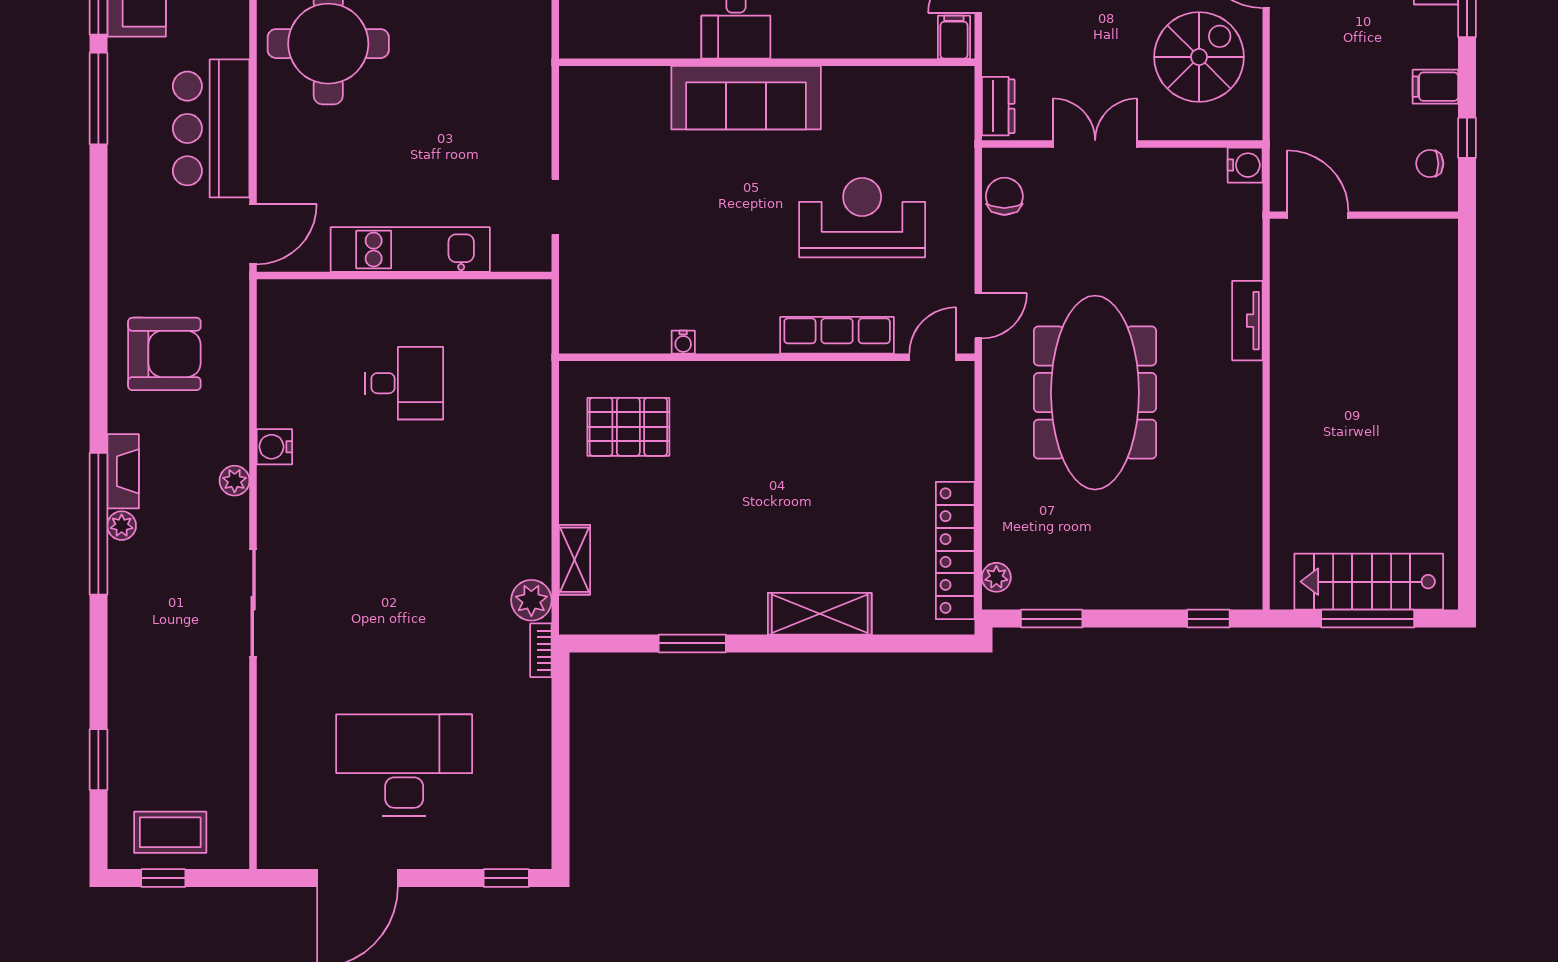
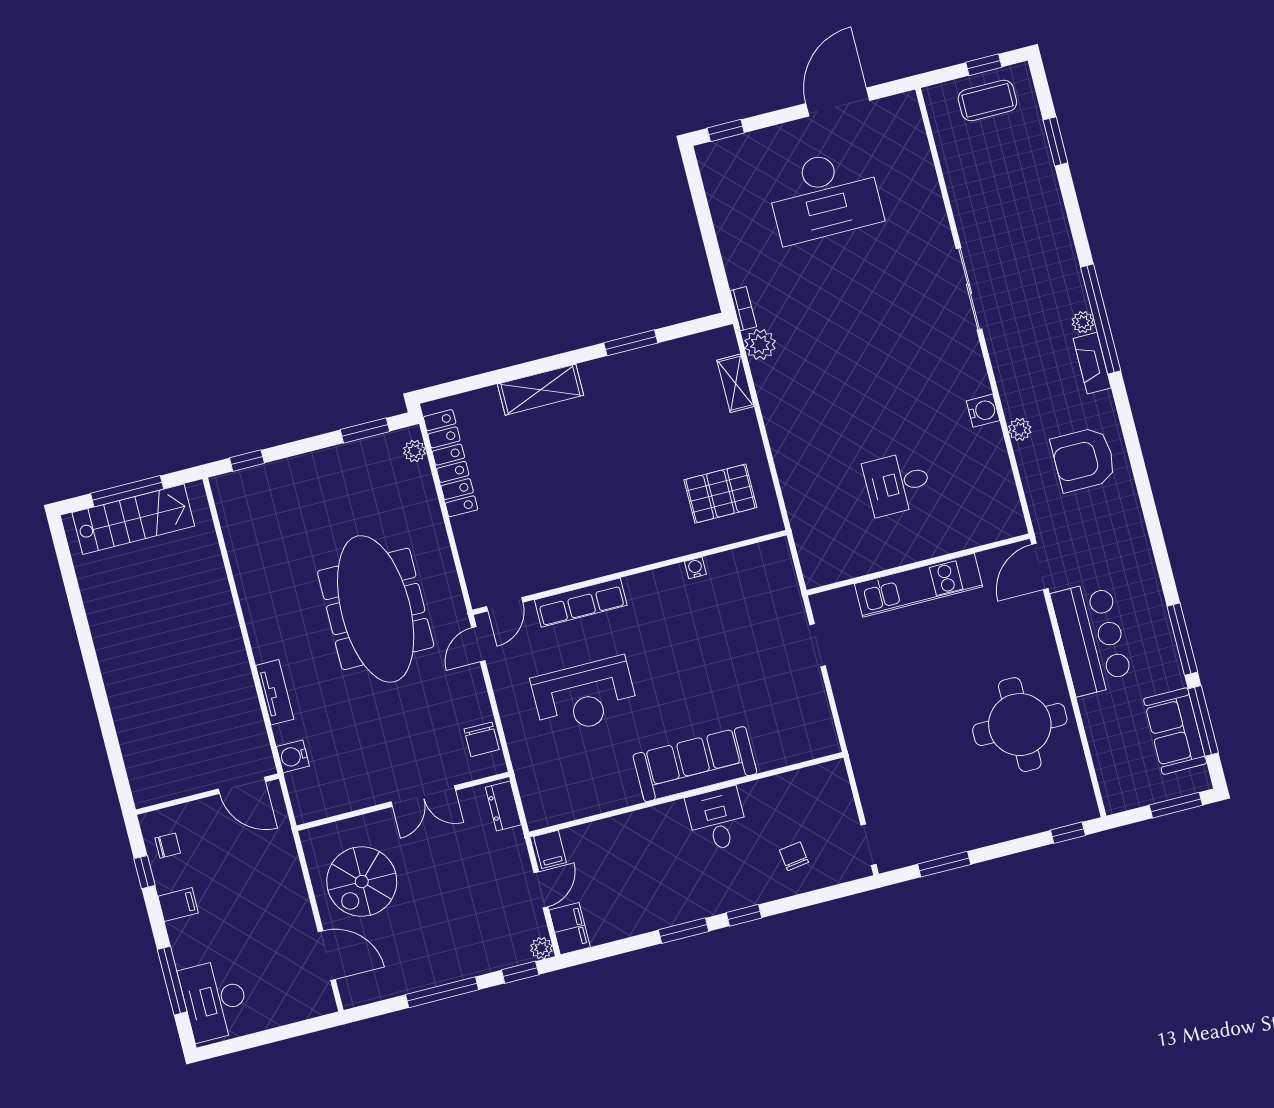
water cooler: (1245, 165) -> (293, 756), moved
plant: (235, 481) -> (1020, 429), moved

